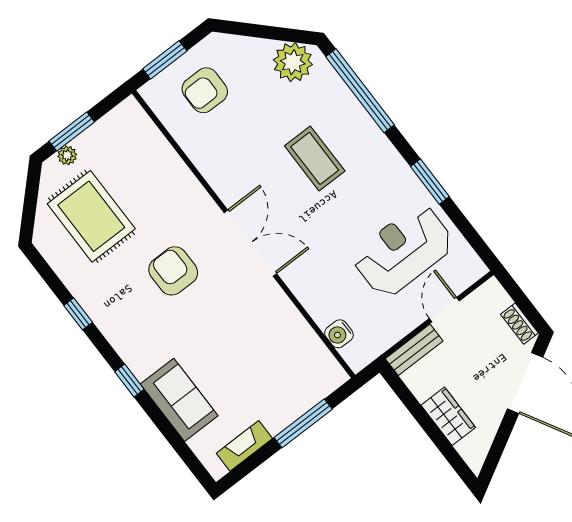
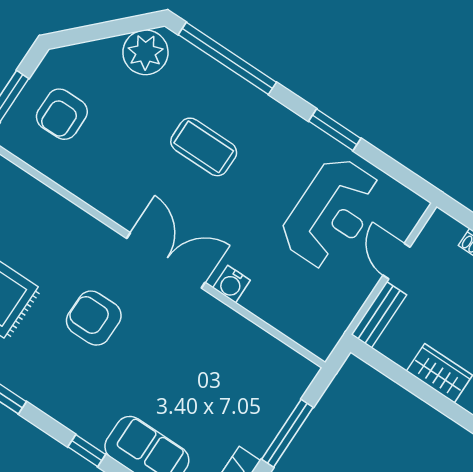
reception desk: (403, 251) -> (331, 213), turned 180
water cooler: (339, 334) -> (231, 284), moved

